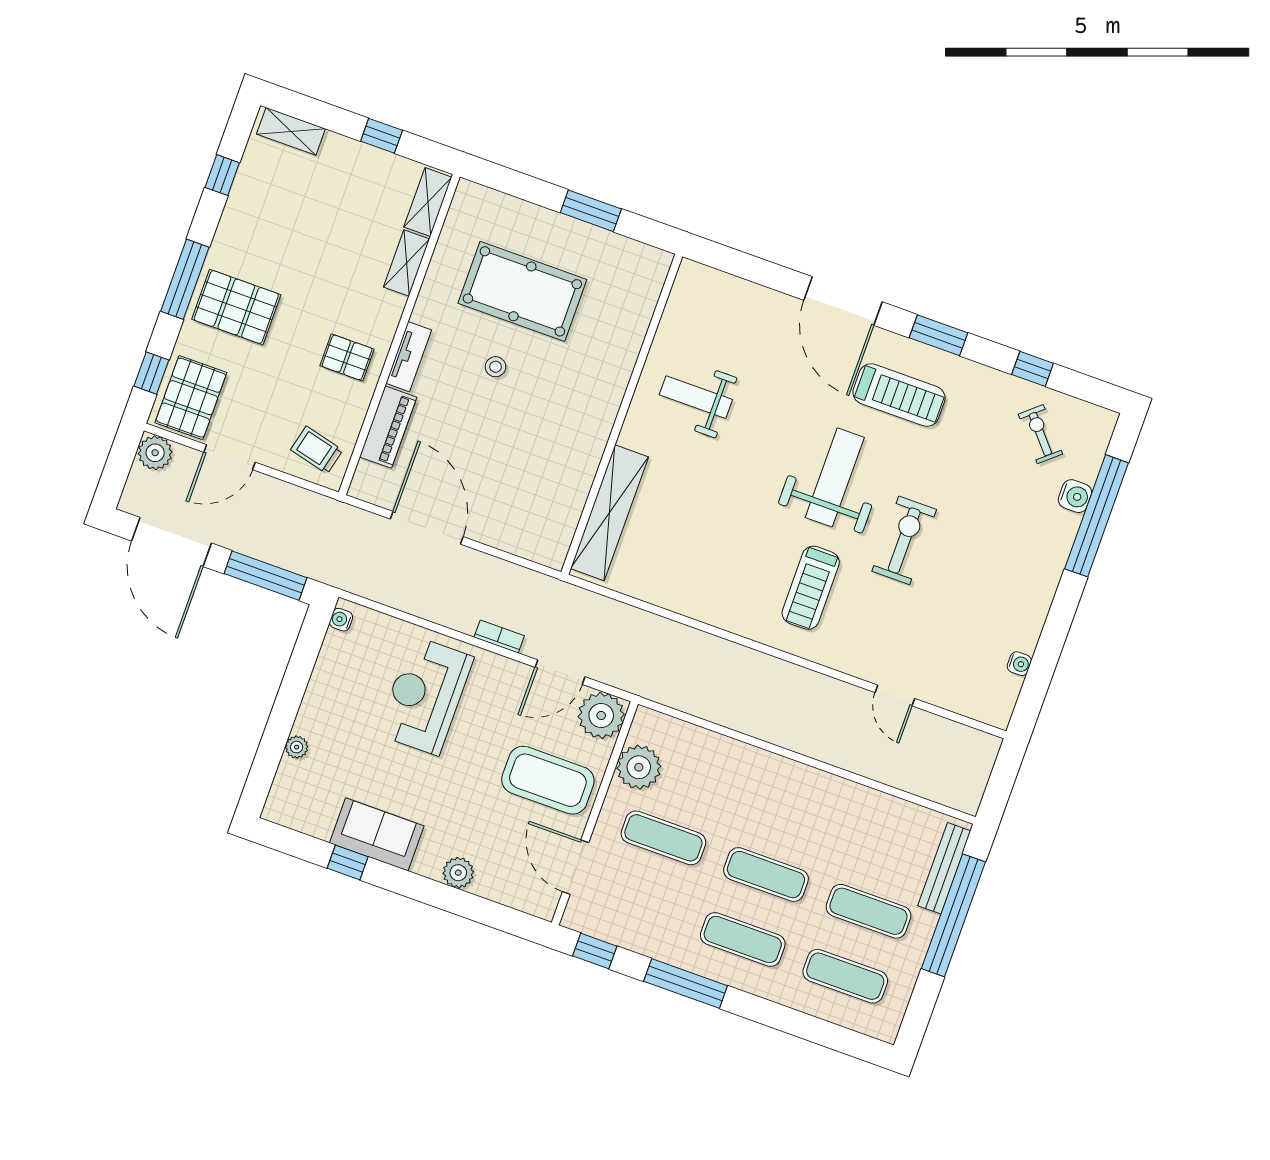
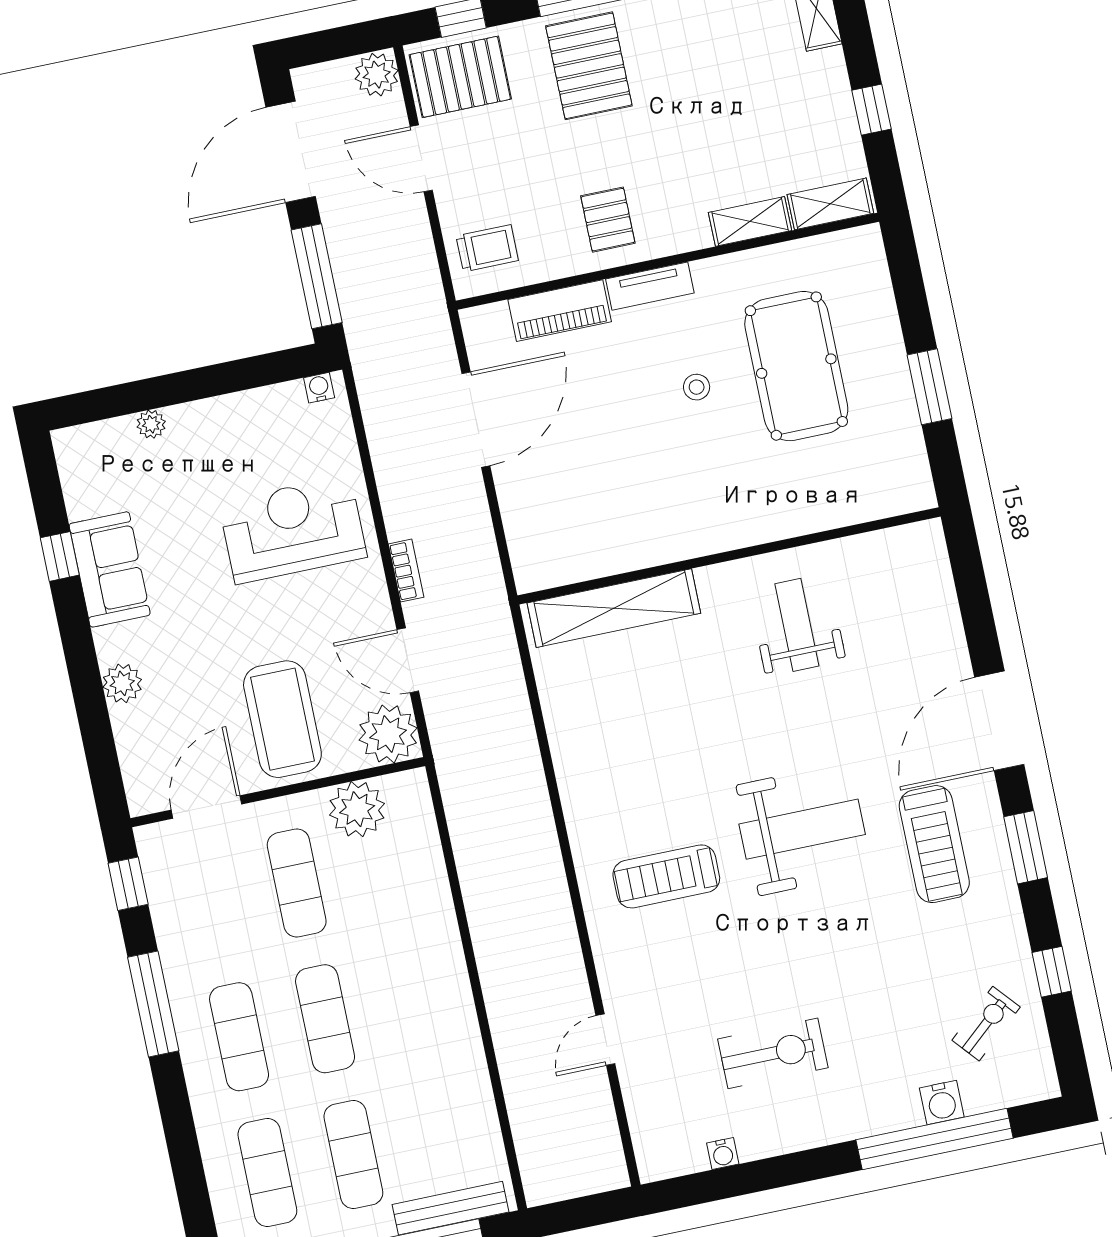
trolley: (317, 450) -> (487, 248), turned 76
exercise bike: (904, 540) -> (773, 1053), moved

